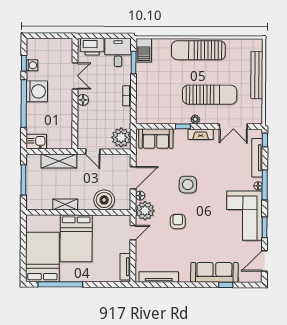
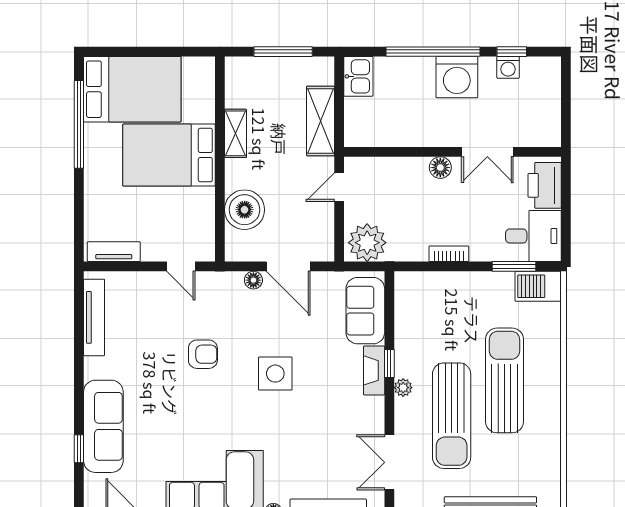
sun lounger: (198, 50) -> (505, 380), moved
fireplace: (201, 134) -> (374, 370), moved
plant: (145, 211) -> (224, 290), removed

